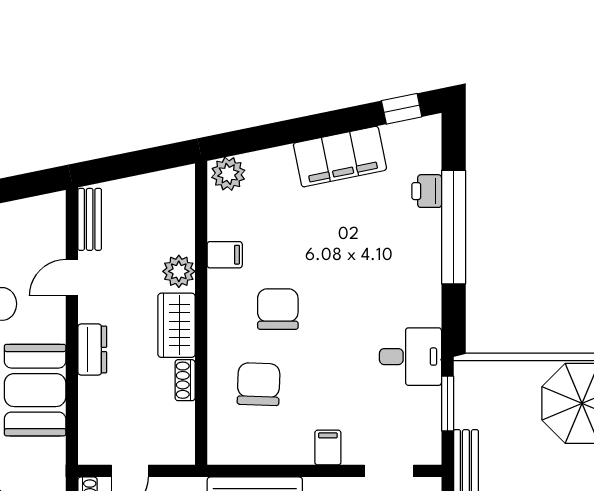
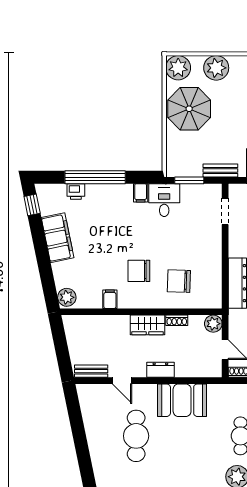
plant: (179, 271) -> (213, 324), moved
filing cabinet: (328, 448) -> (141, 193), moved, turned -90

